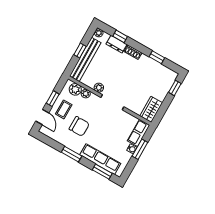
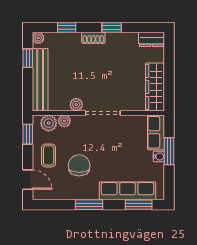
dresser: (117, 44) -> (151, 39), moved
window: (80, 51) -> (28, 58), moved
window: (157, 57) -> (112, 27), moved
window: (175, 88) -> (169, 52), removed
window: (53, 99) -> (28, 134), moved
wardrobe: (151, 109) -> (155, 87), width x1.50
chair: (79, 126) -> (79, 165), turned -90

